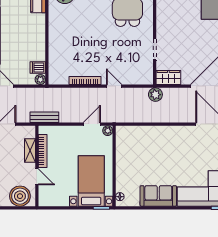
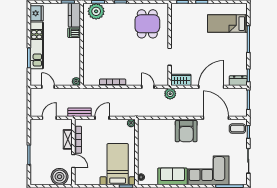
dishwasher: (38, 67) -> (74, 33), moved
door: (114, 86) -> (148, 87), moved
door: (92, 124) -> (102, 118), moved
armchair: (175, 140) -> (186, 131), added

